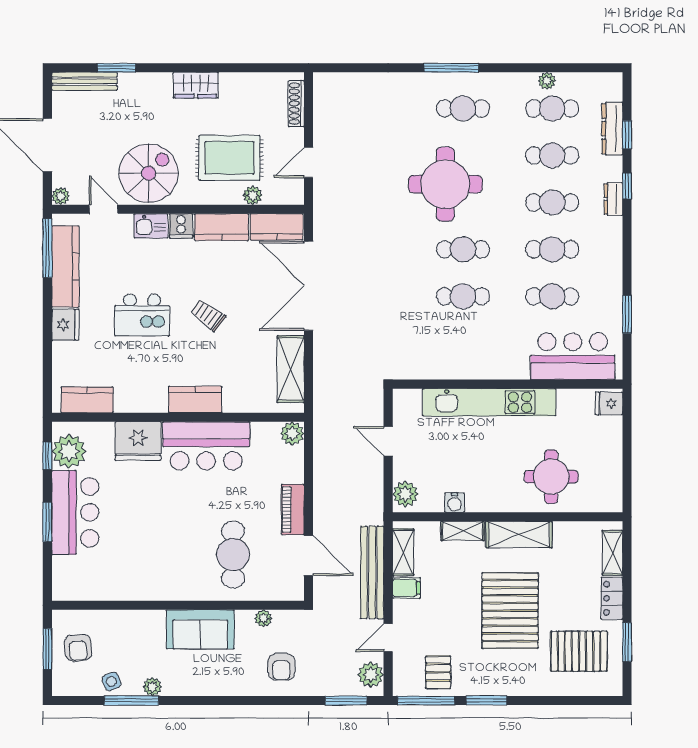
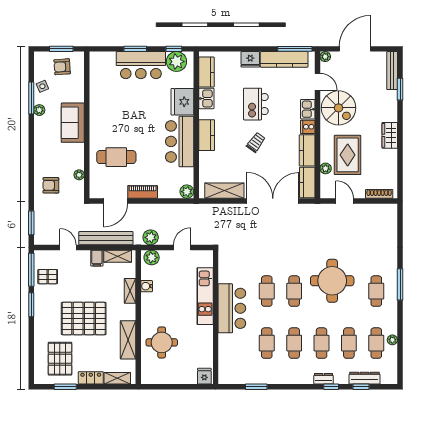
door: (104, 209) -> (317, 82), hinge flipped
bar counter: (573, 356) -> (232, 308), moved
kitchen sink: (132, 400) -> (206, 98), added
kitchen unit: (489, 402) -> (205, 296), width x0.73
shelving: (519, 534) -> (128, 340), moved
sofa: (200, 629) -> (73, 123), moved
plant: (371, 675) -> (151, 237), moved

